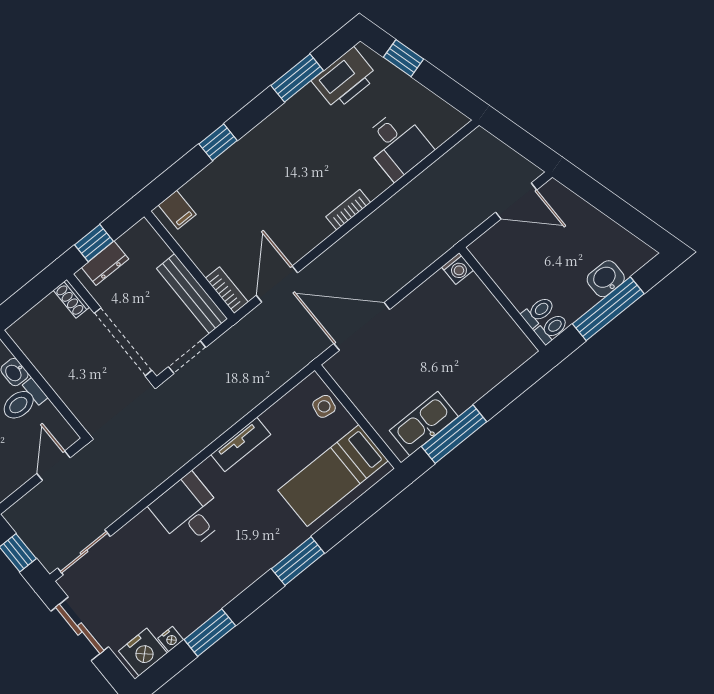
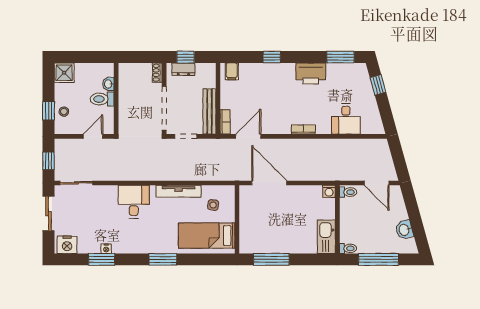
window: (297, 78) -> (341, 57), moved
printer: (345, 79) -> (311, 74), moved
washbasin: (606, 279) -> (404, 230), moved, turned -106
toilet: (538, 312) -> (348, 192), moved
side table: (324, 406) -> (213, 205), moved
kitchen sink: (424, 424) -> (326, 237), moved, turned -90
tv unit: (241, 445) -> (179, 191), width x1.41
nightstand: (171, 639) -> (106, 249), moved

